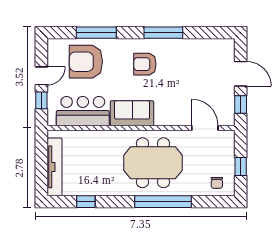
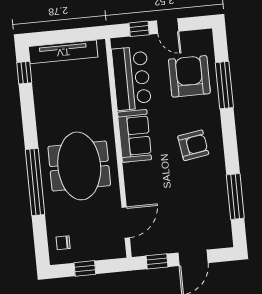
window: (163, 33) -> (235, 196), moved
armchair: (145, 64) -> (193, 145), turned 81
window: (86, 202) -> (24, 73), moved

